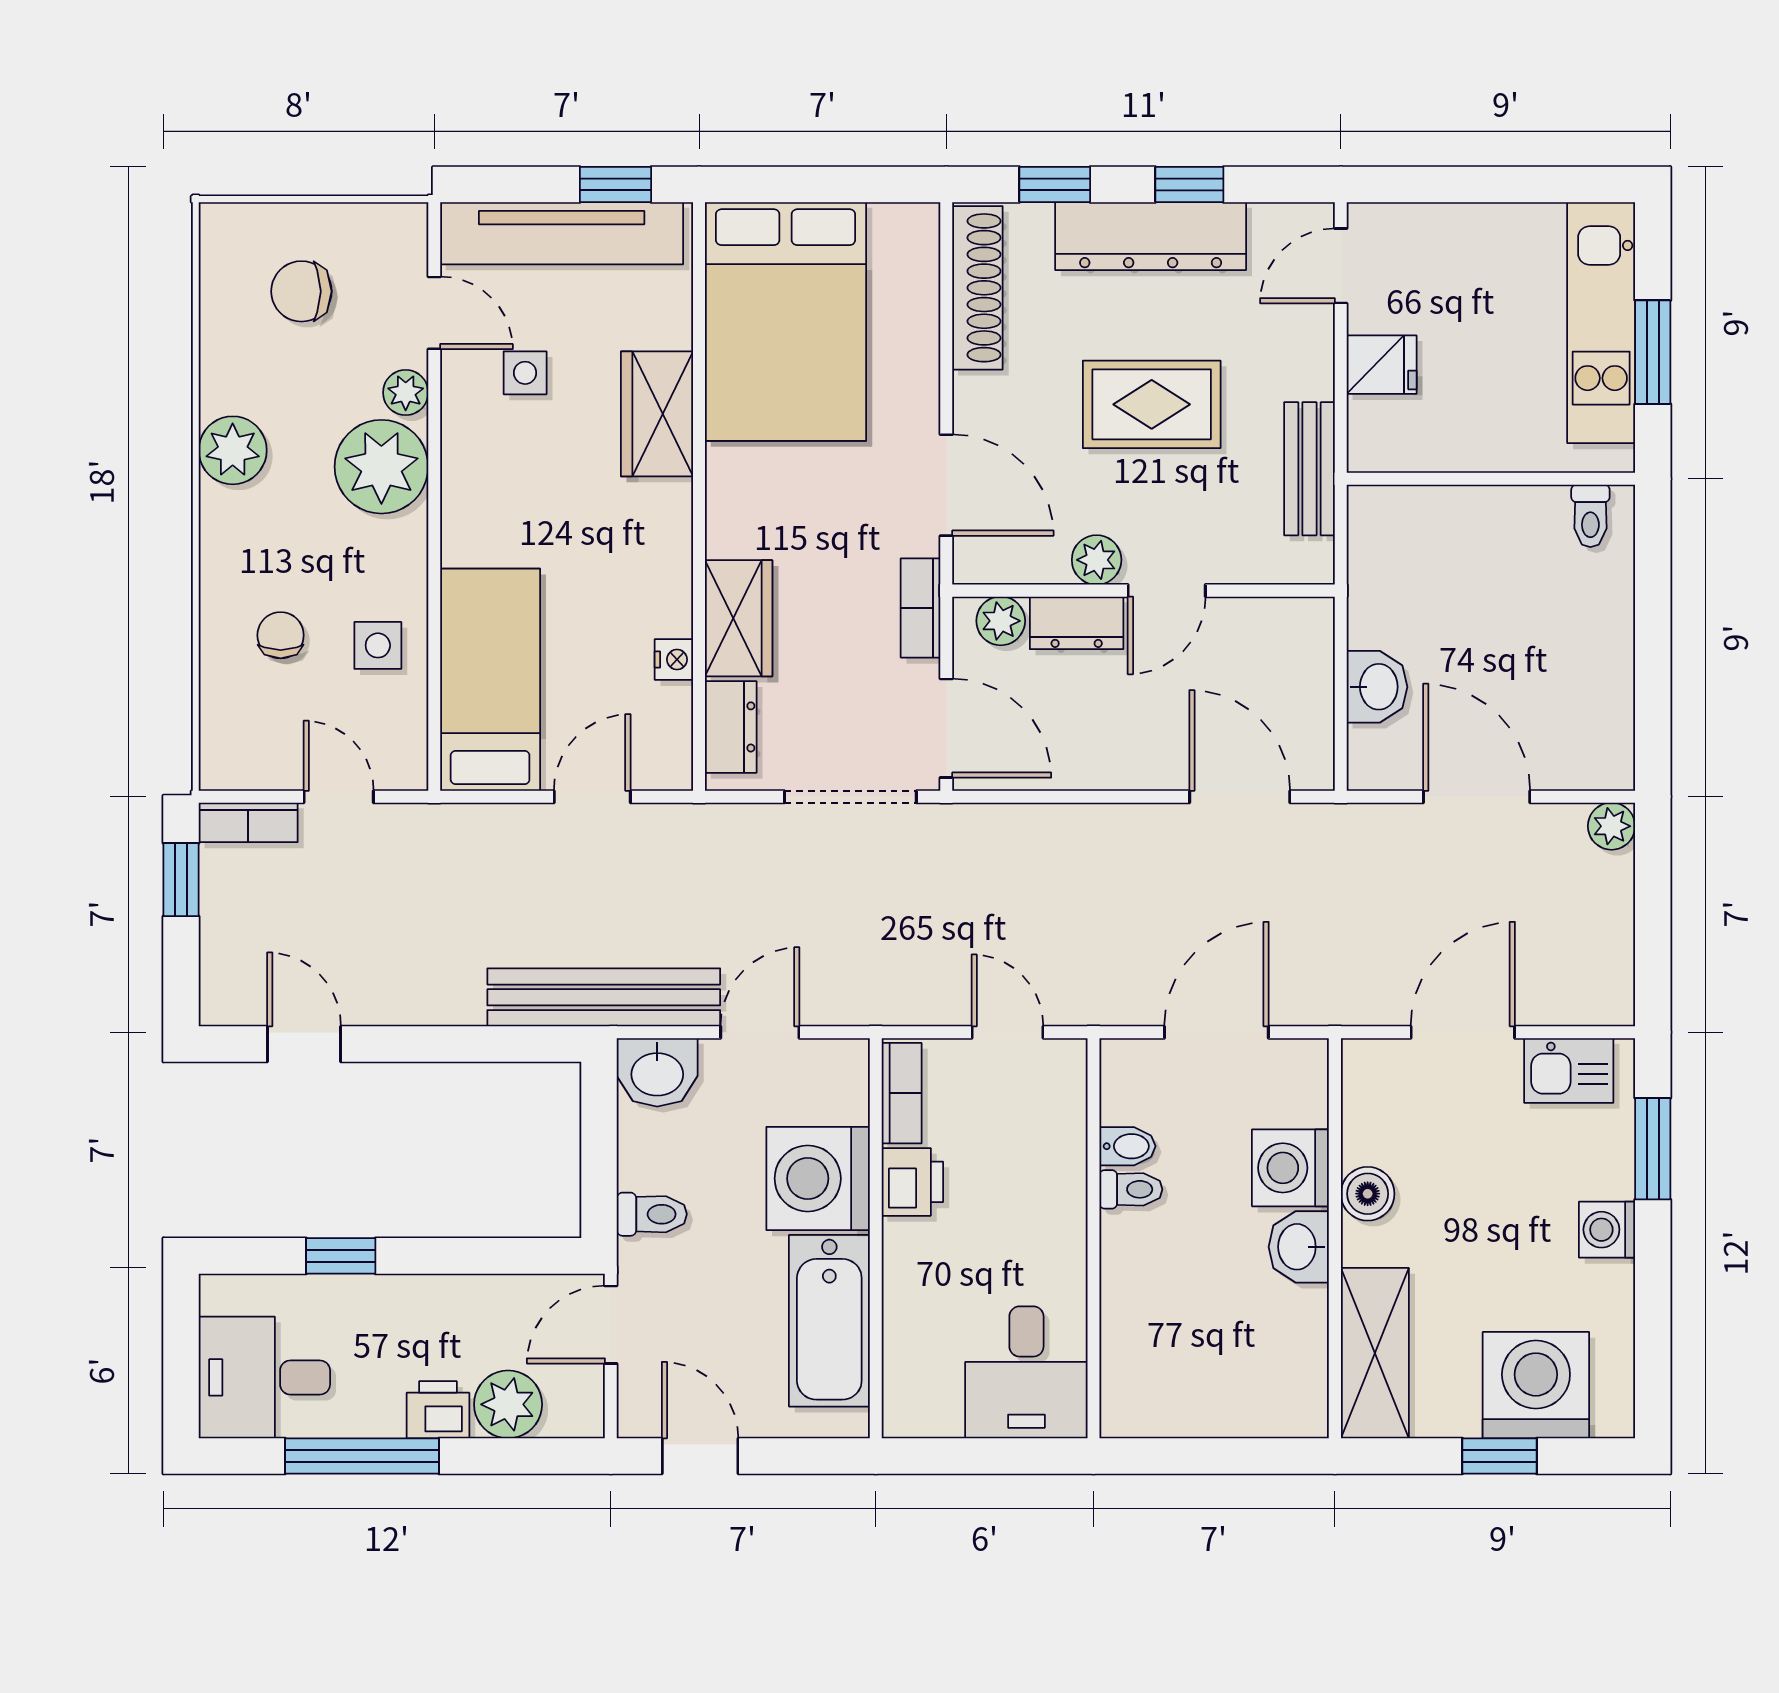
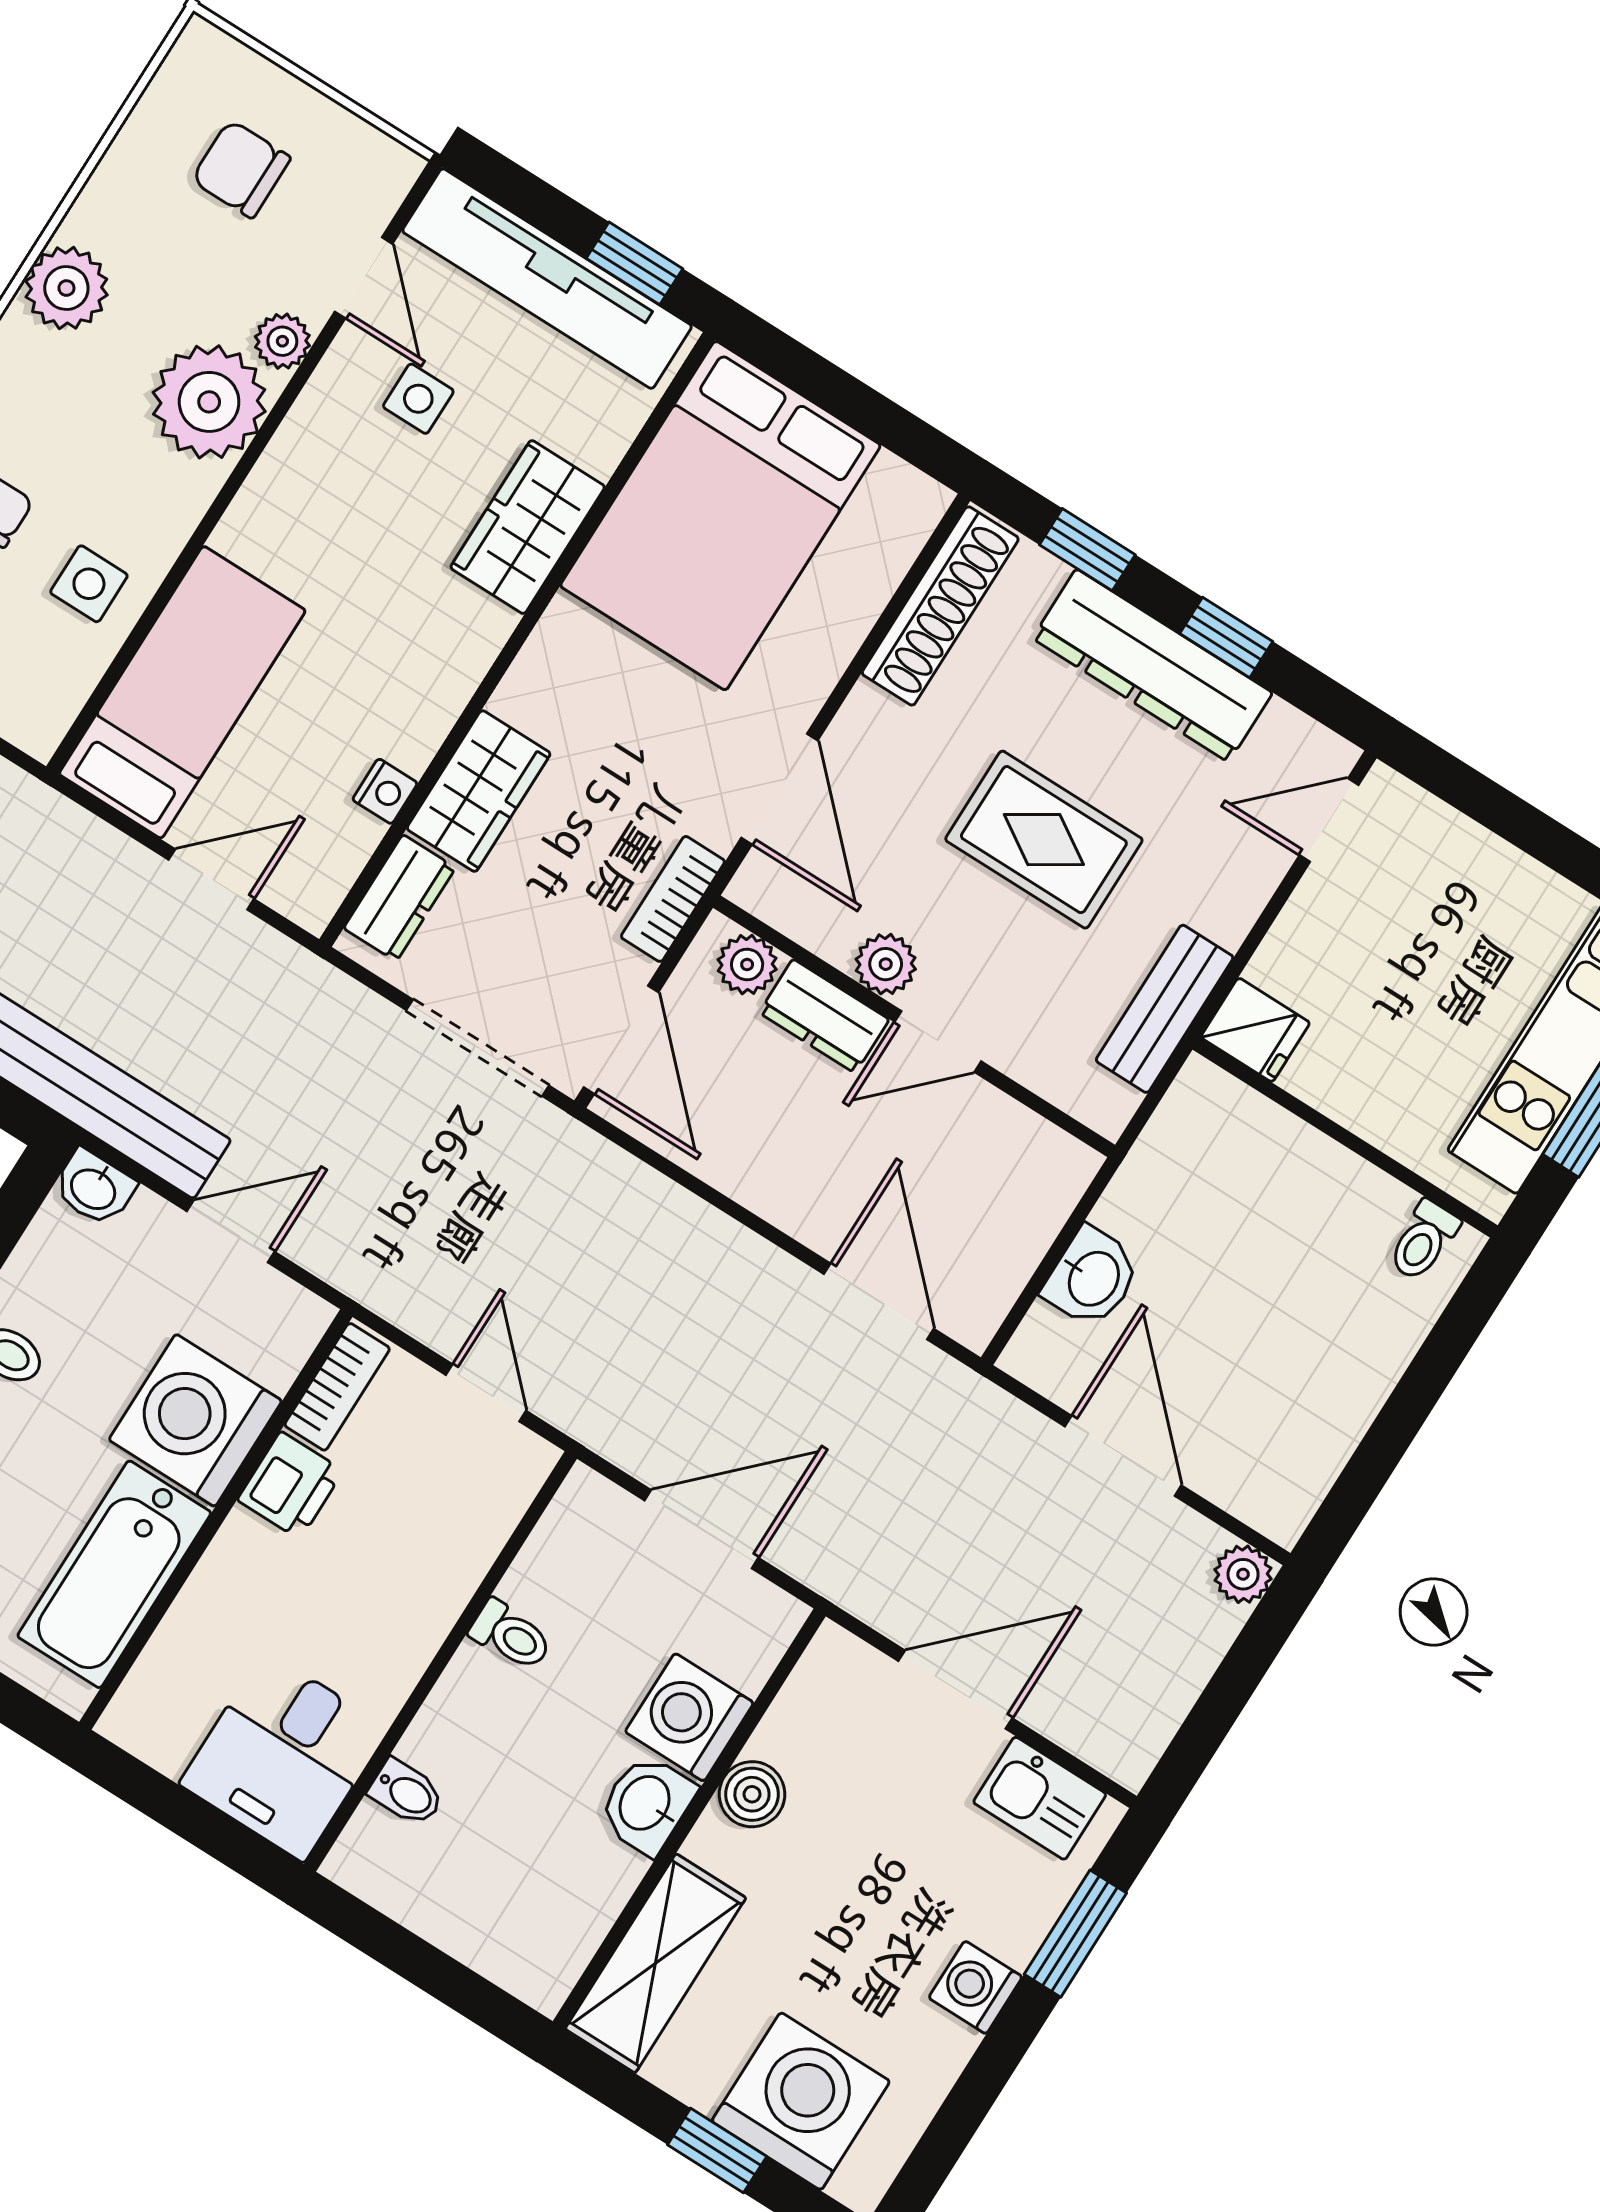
fridge: (1382, 365) -> (1255, 1030), moved
washbasin: (657, 1072) -> (94, 1188), width x0.72, depth x0.69
bidet: (1127, 1146) -> (406, 1793), moved

